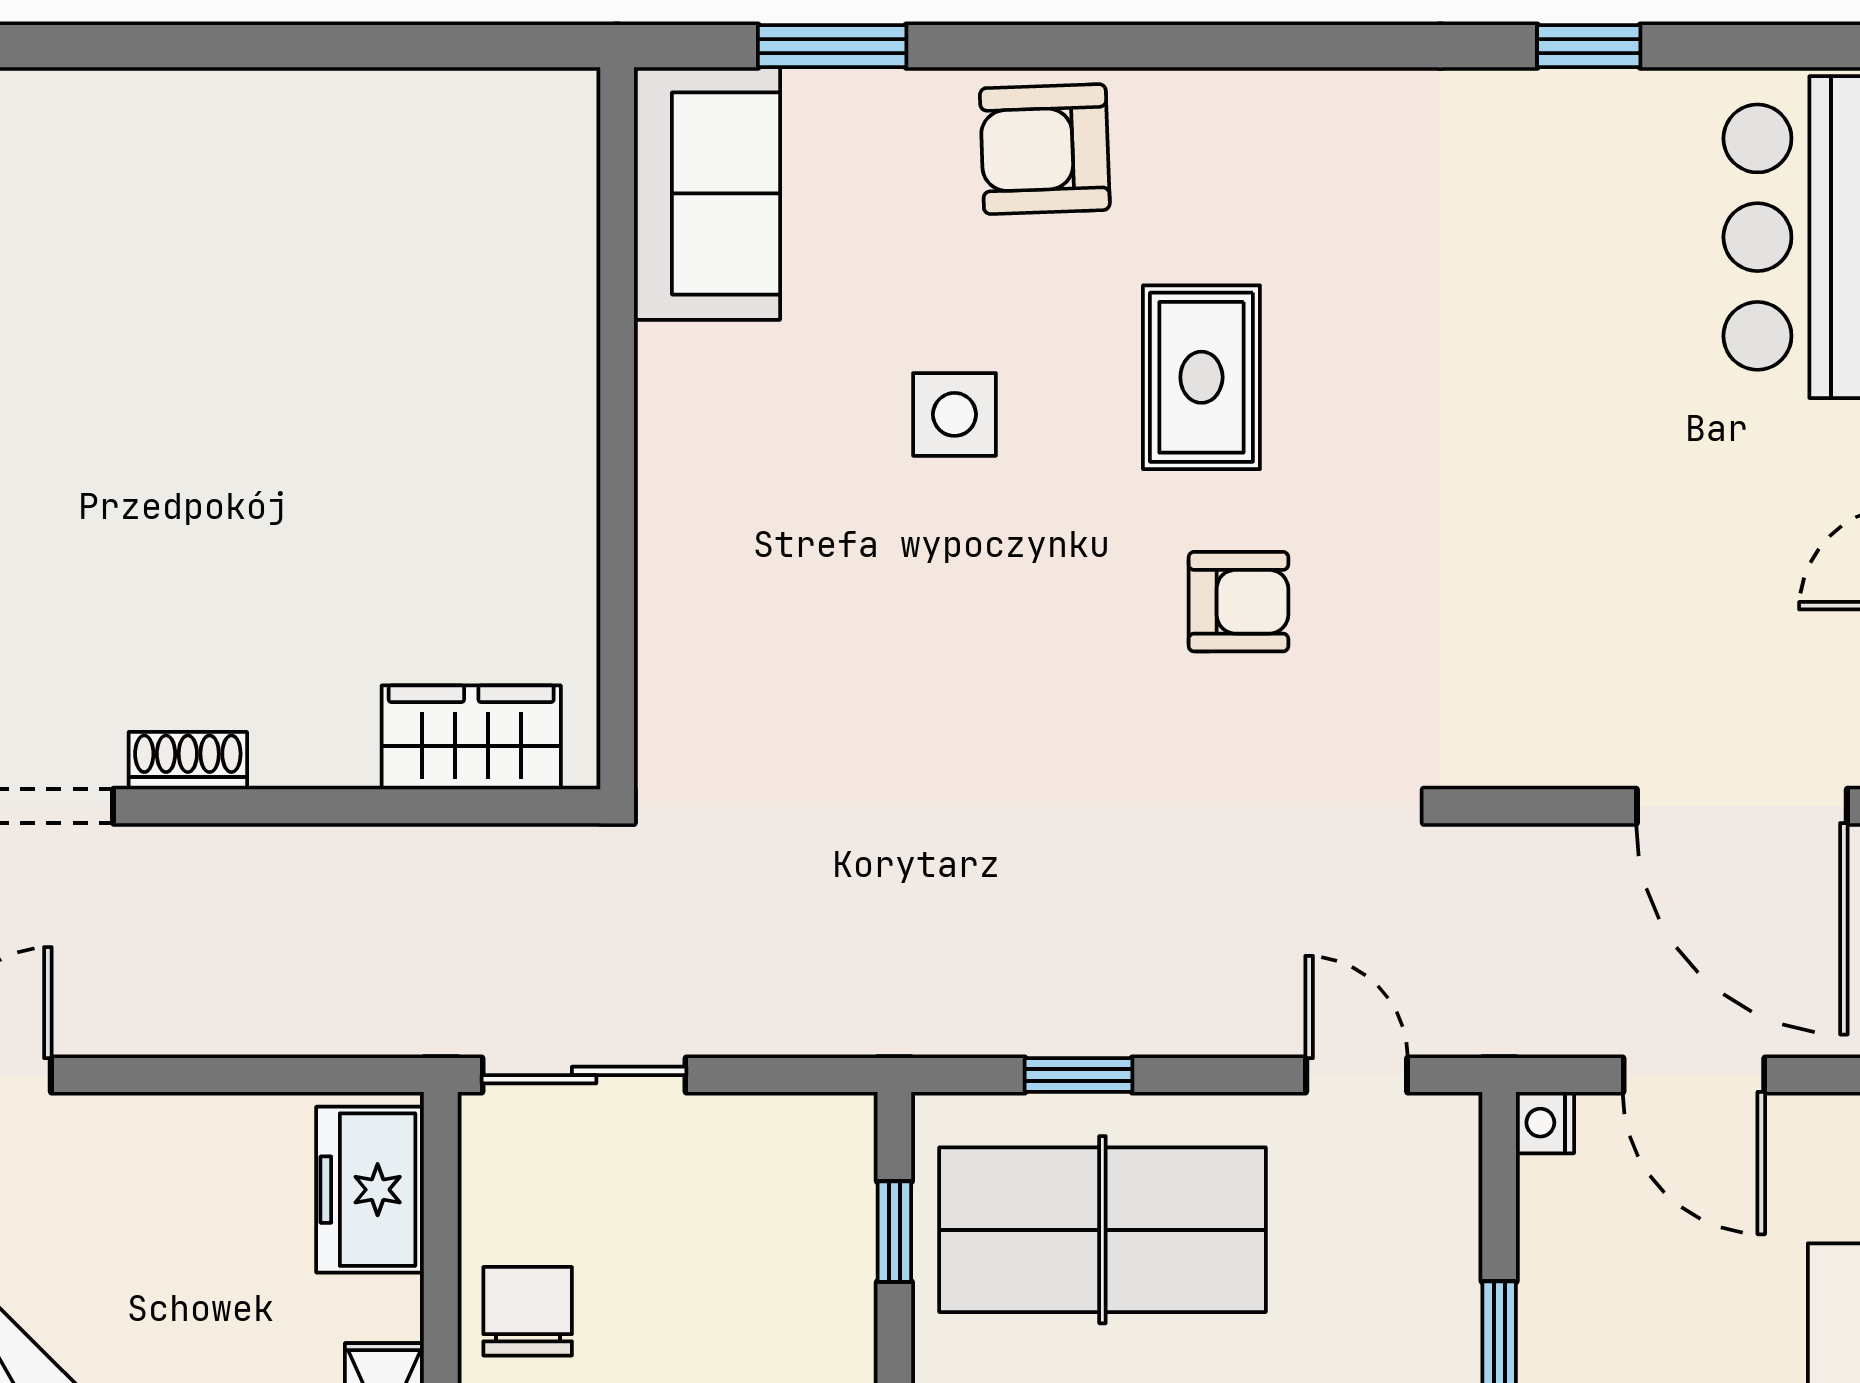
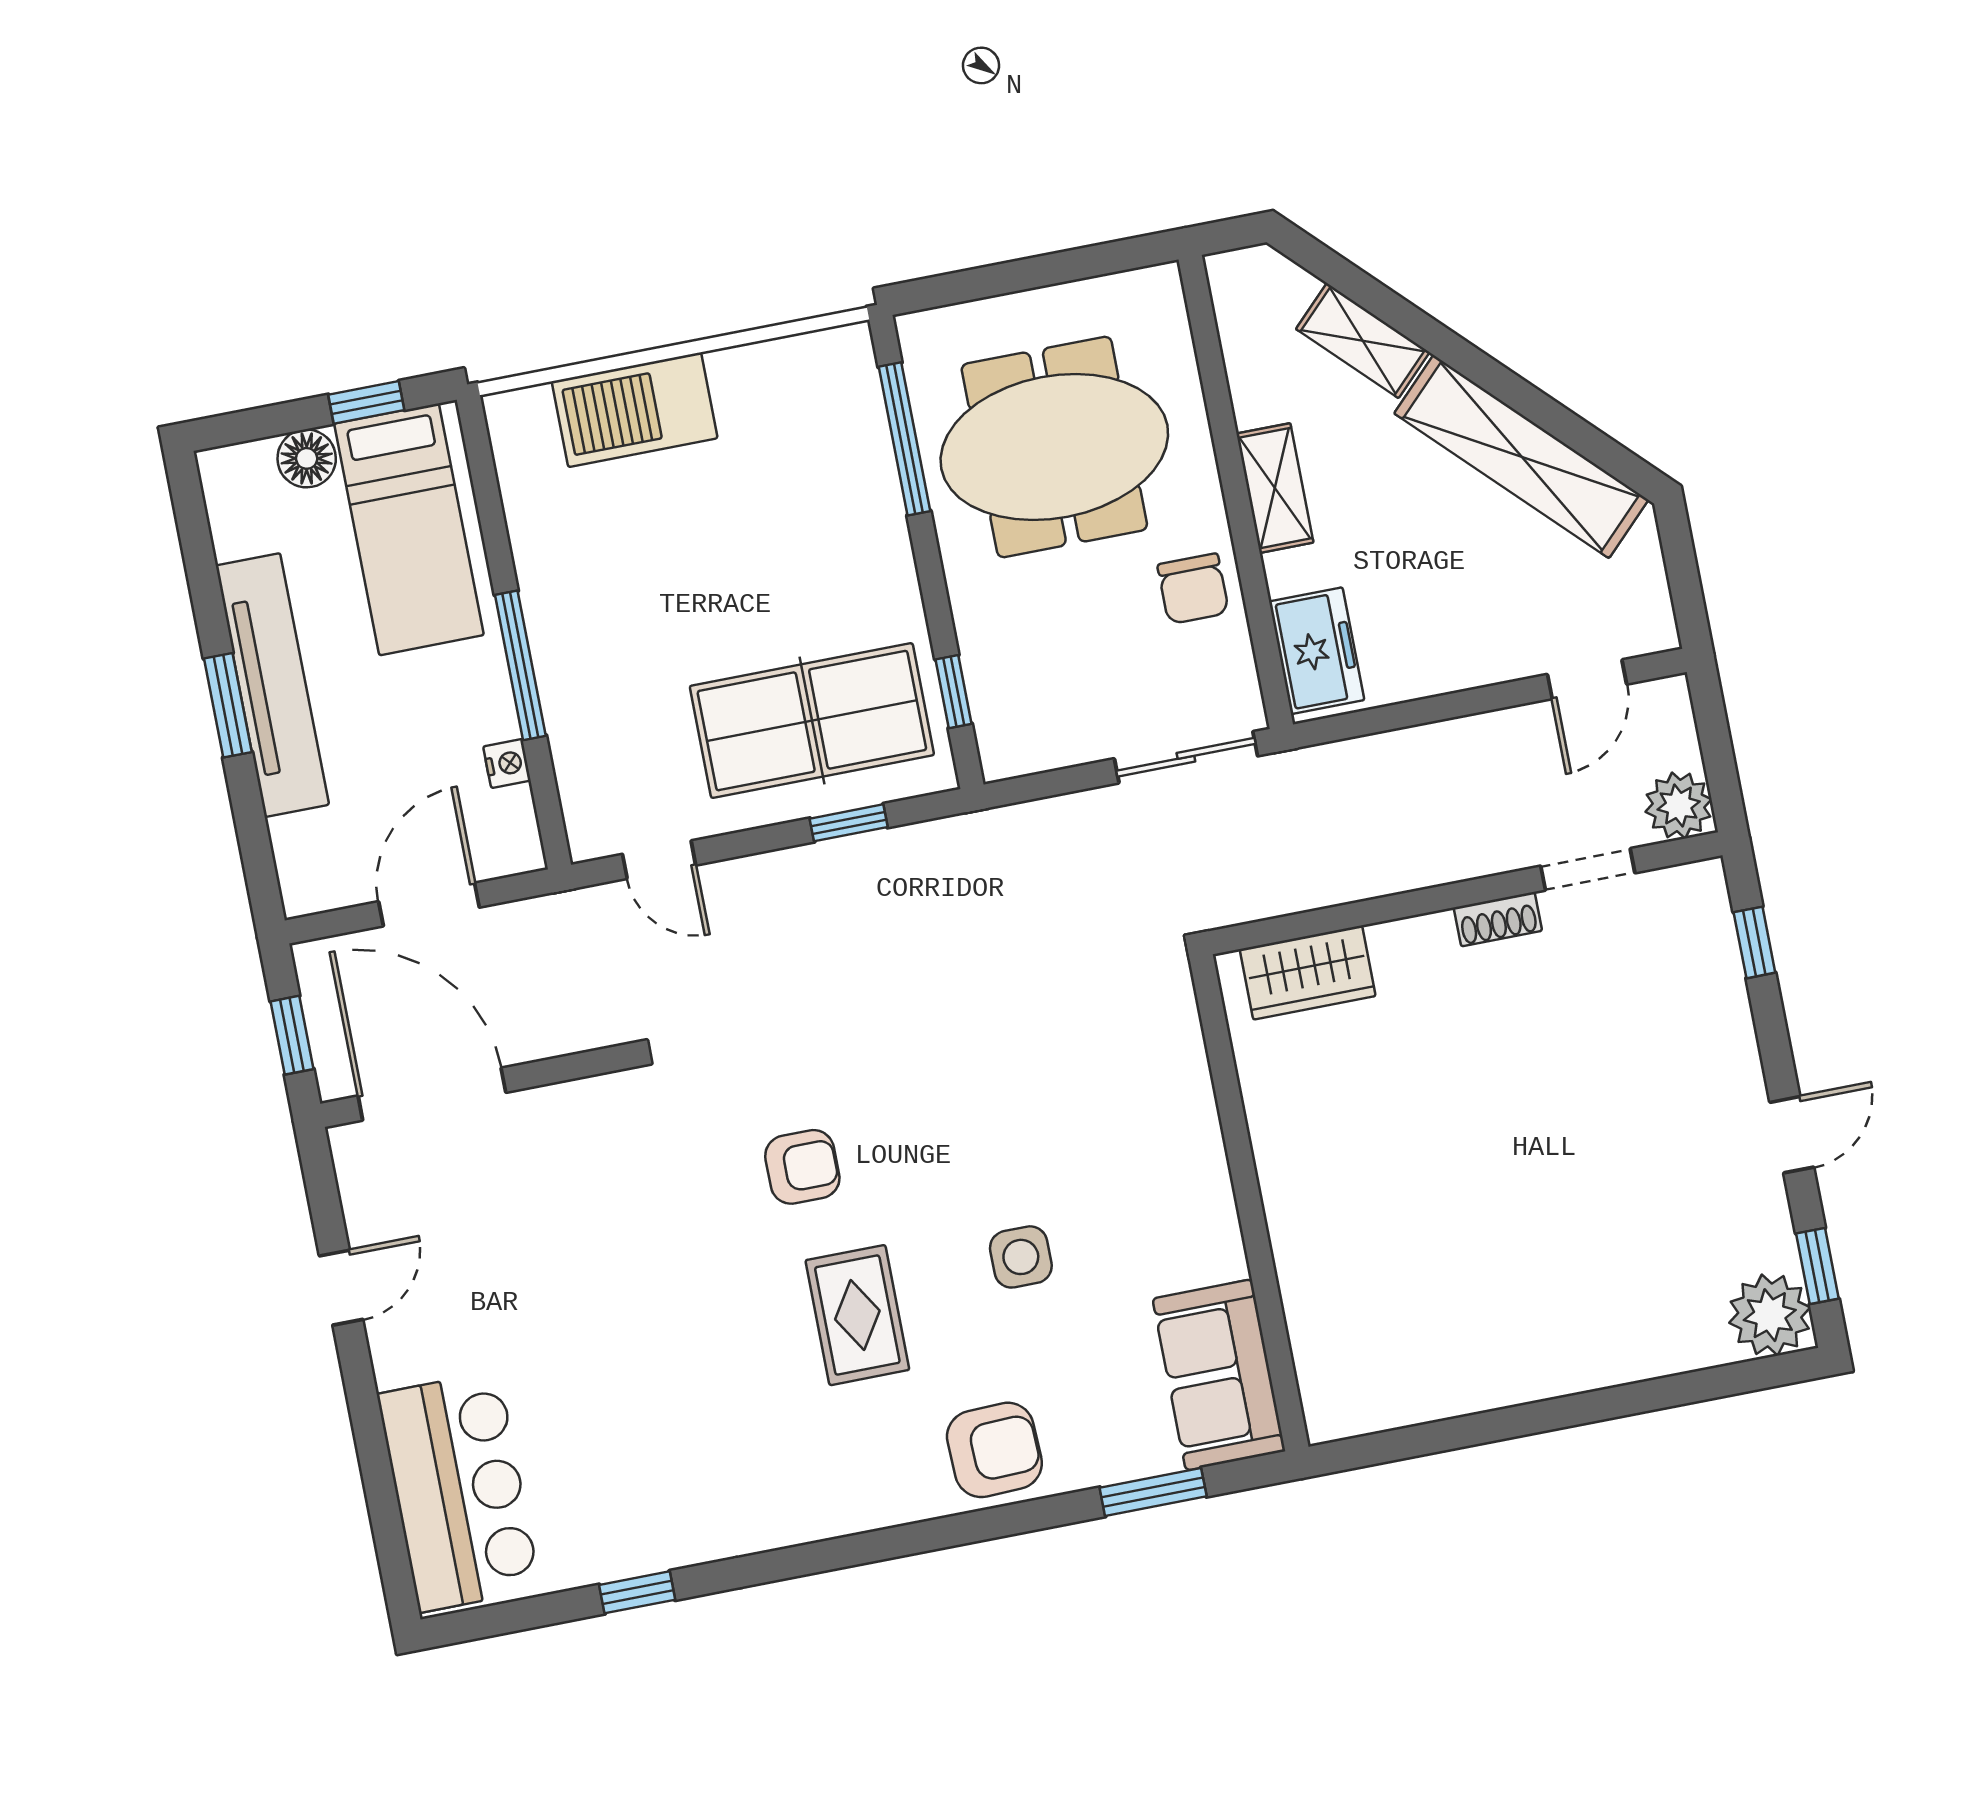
armchair: (1238, 602) -> (802, 1167), turned 180
door: (1694, 1075) -> (429, 904), hinge flipped
nightstand: (1545, 1123) -> (507, 764), moved

